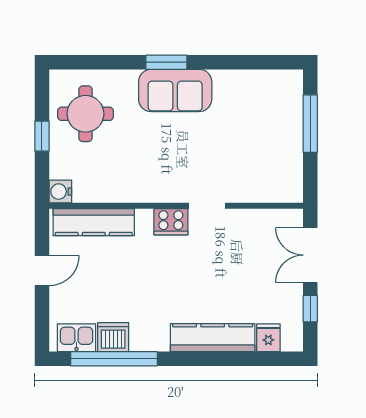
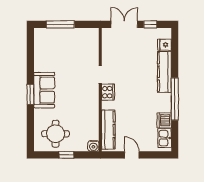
double door: (310, 255) -> (124, 24), swing flipped
window: (114, 359) -> (175, 99), moved

